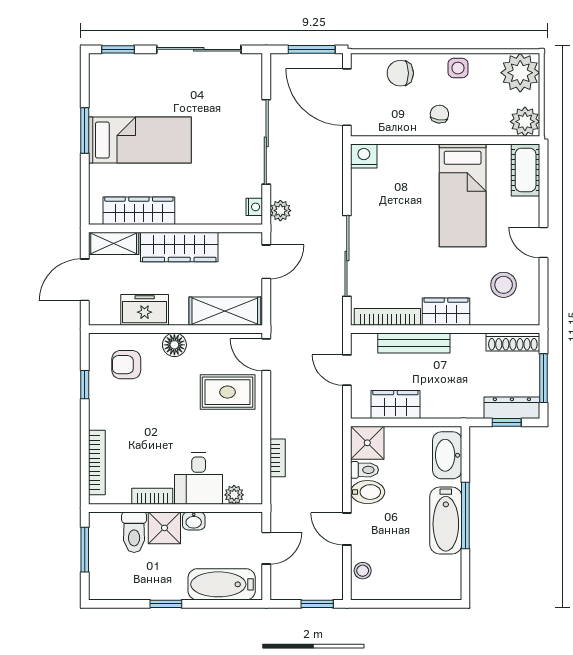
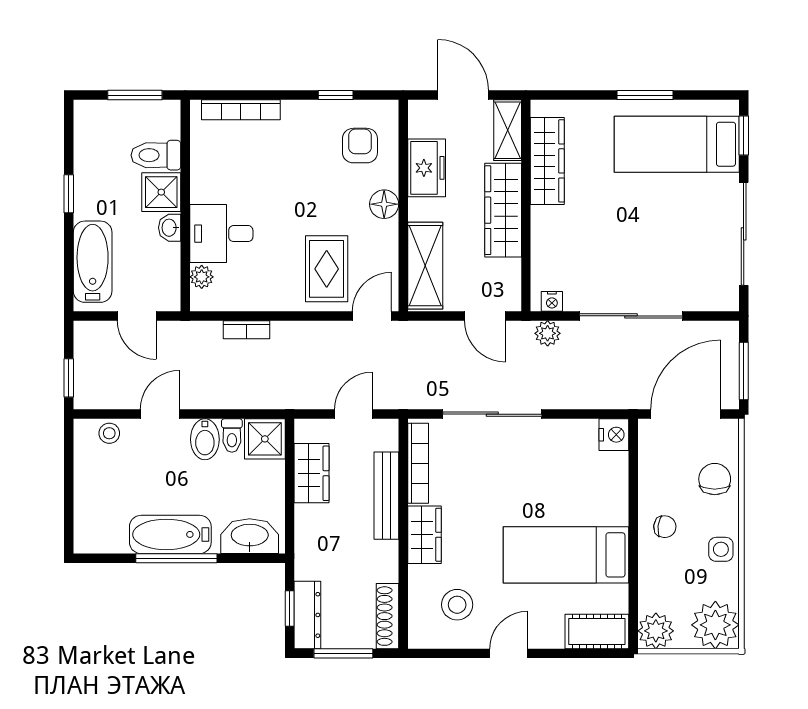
bed: (140, 140) -> (677, 144), moved, turned 90
bookcase: (152, 496) -> (200, 177), removed

